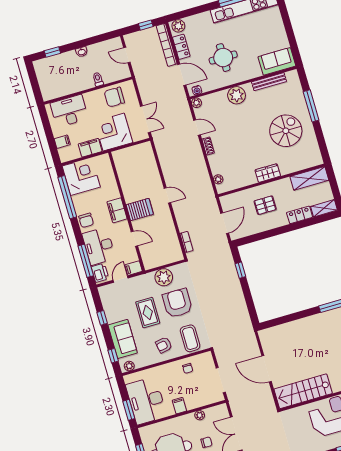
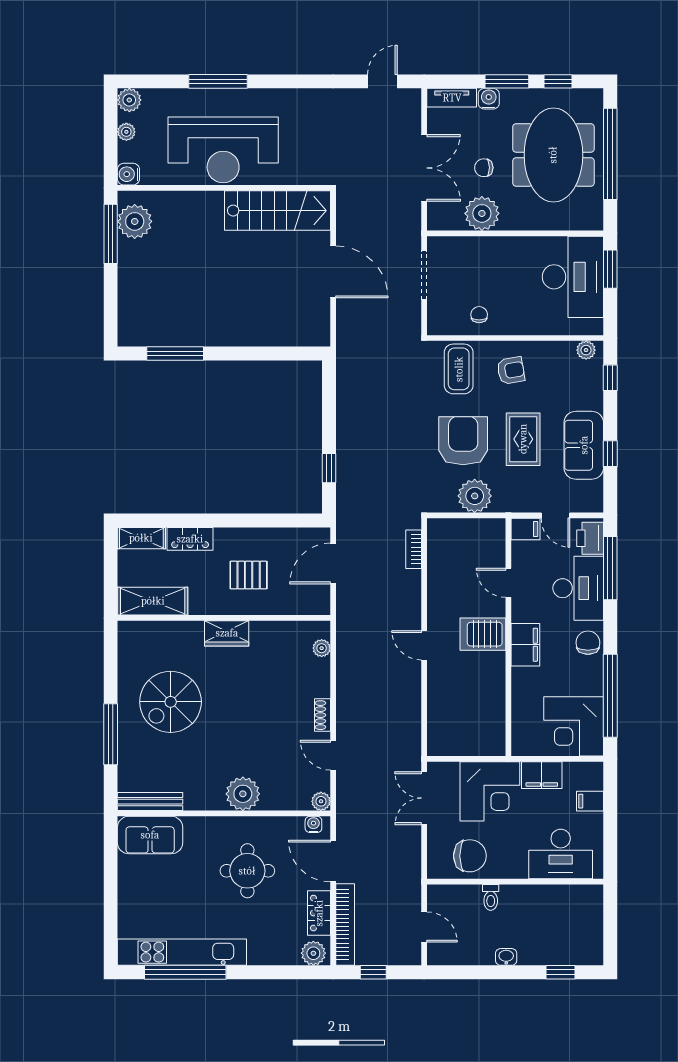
bench: (269, 82) -> (150, 802), moved
door: (121, 279) -> (556, 515), hinge flipped
armchair: (177, 303) -> (463, 441), turned 180
sofa: (123, 339) -> (584, 445), moved
filing cabinet: (179, 406) -> (514, 250), removed
plant: (200, 415) -> (482, 213), width x1.88, depth x1.88

